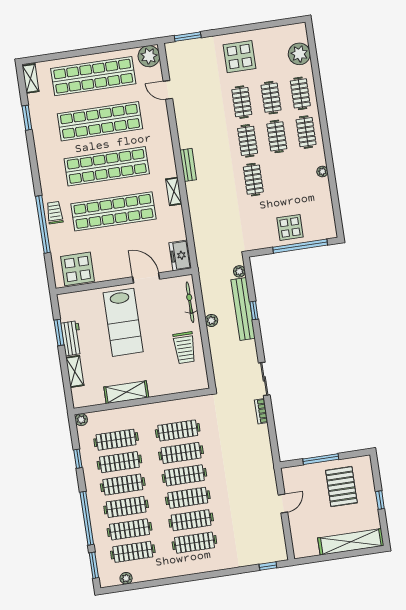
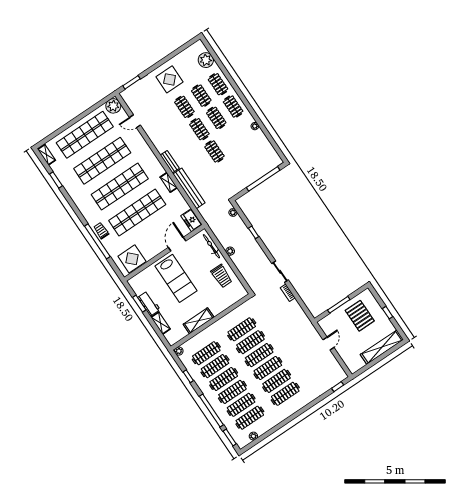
display table: (290, 227) -> (251, 170), removed
door: (146, 278) -> (177, 244), hinge flipped
bench: (243, 309) -> (189, 188), moved

